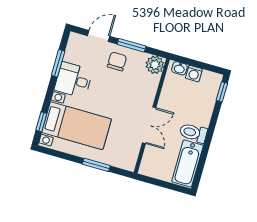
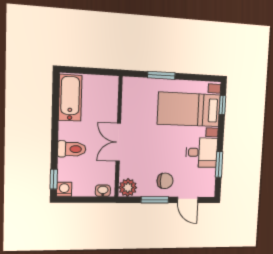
door: (99, 36) -> (188, 200), hinge flipped
chair: (117, 61) -> (165, 181), turned -90
washing machine: (194, 74) -> (64, 189), moved
double door: (149, 125) -> (118, 142), moved
toilet: (193, 133) -> (72, 149), moved

